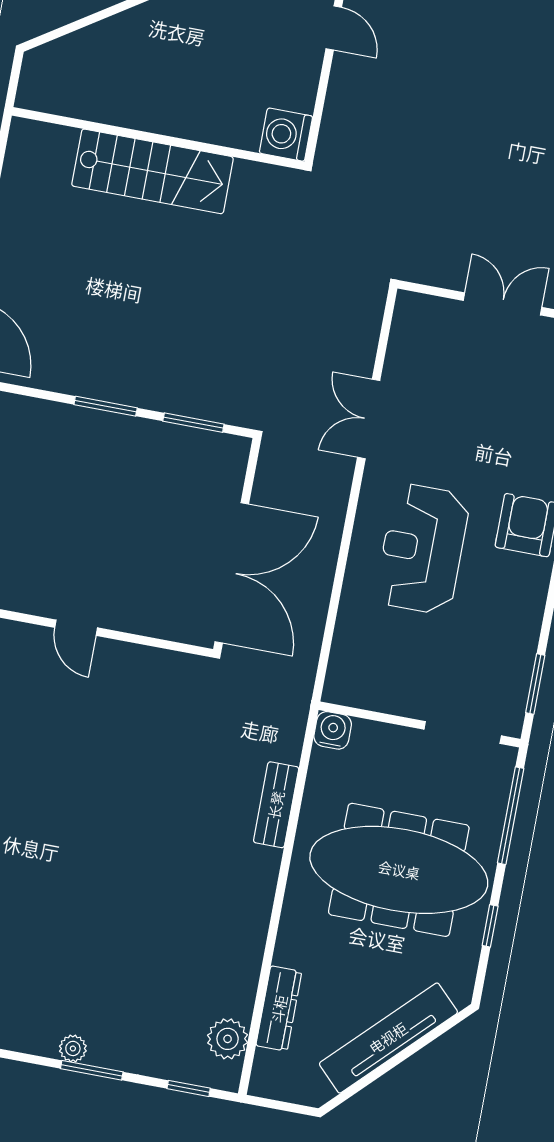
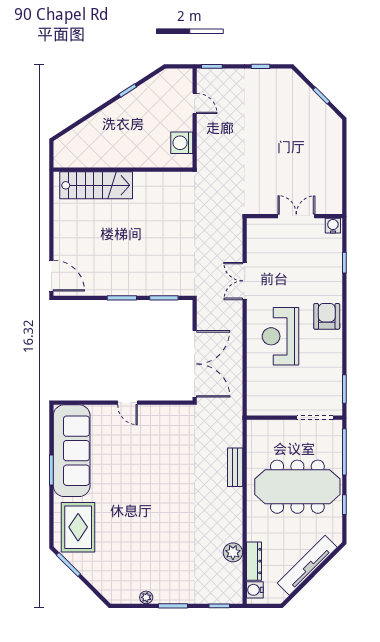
washing machine: (286, 135) -> (182, 143), moved
stairs: (153, 171) -> (96, 185), moved
water cooler: (333, 730) -> (255, 590), moved, turned -90
plant: (228, 1039) -> (233, 552), moved
plant: (73, 1048) -> (146, 597), moved

